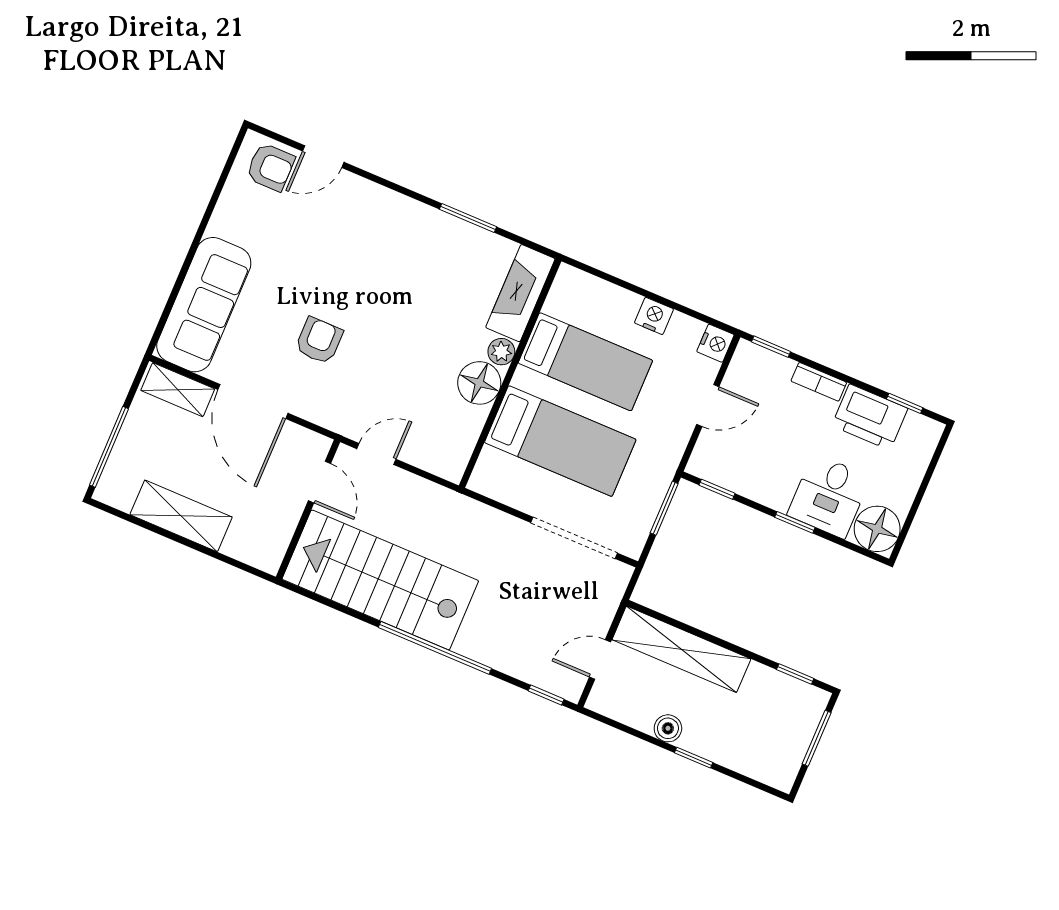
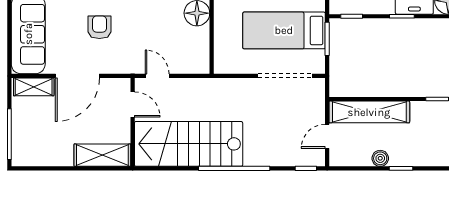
door: (253, 401) -> (77, 76), hinge flipped
bed: (560, 441) -> (284, 30), moved, turned 180
door: (376, 454) -> (157, 76), hinge flipped
shelving: (181, 516) -> (102, 155), moved

